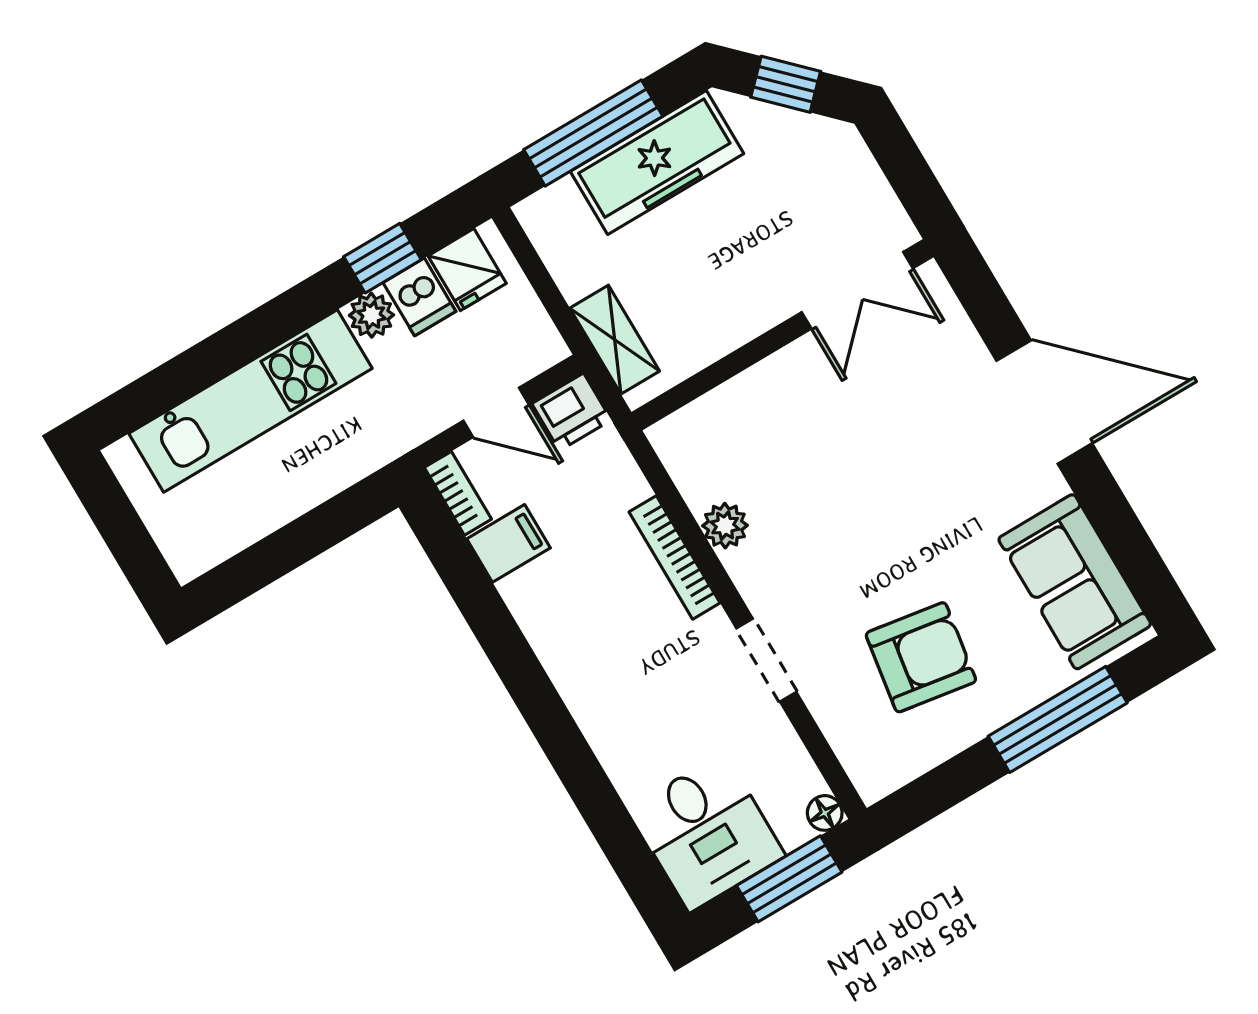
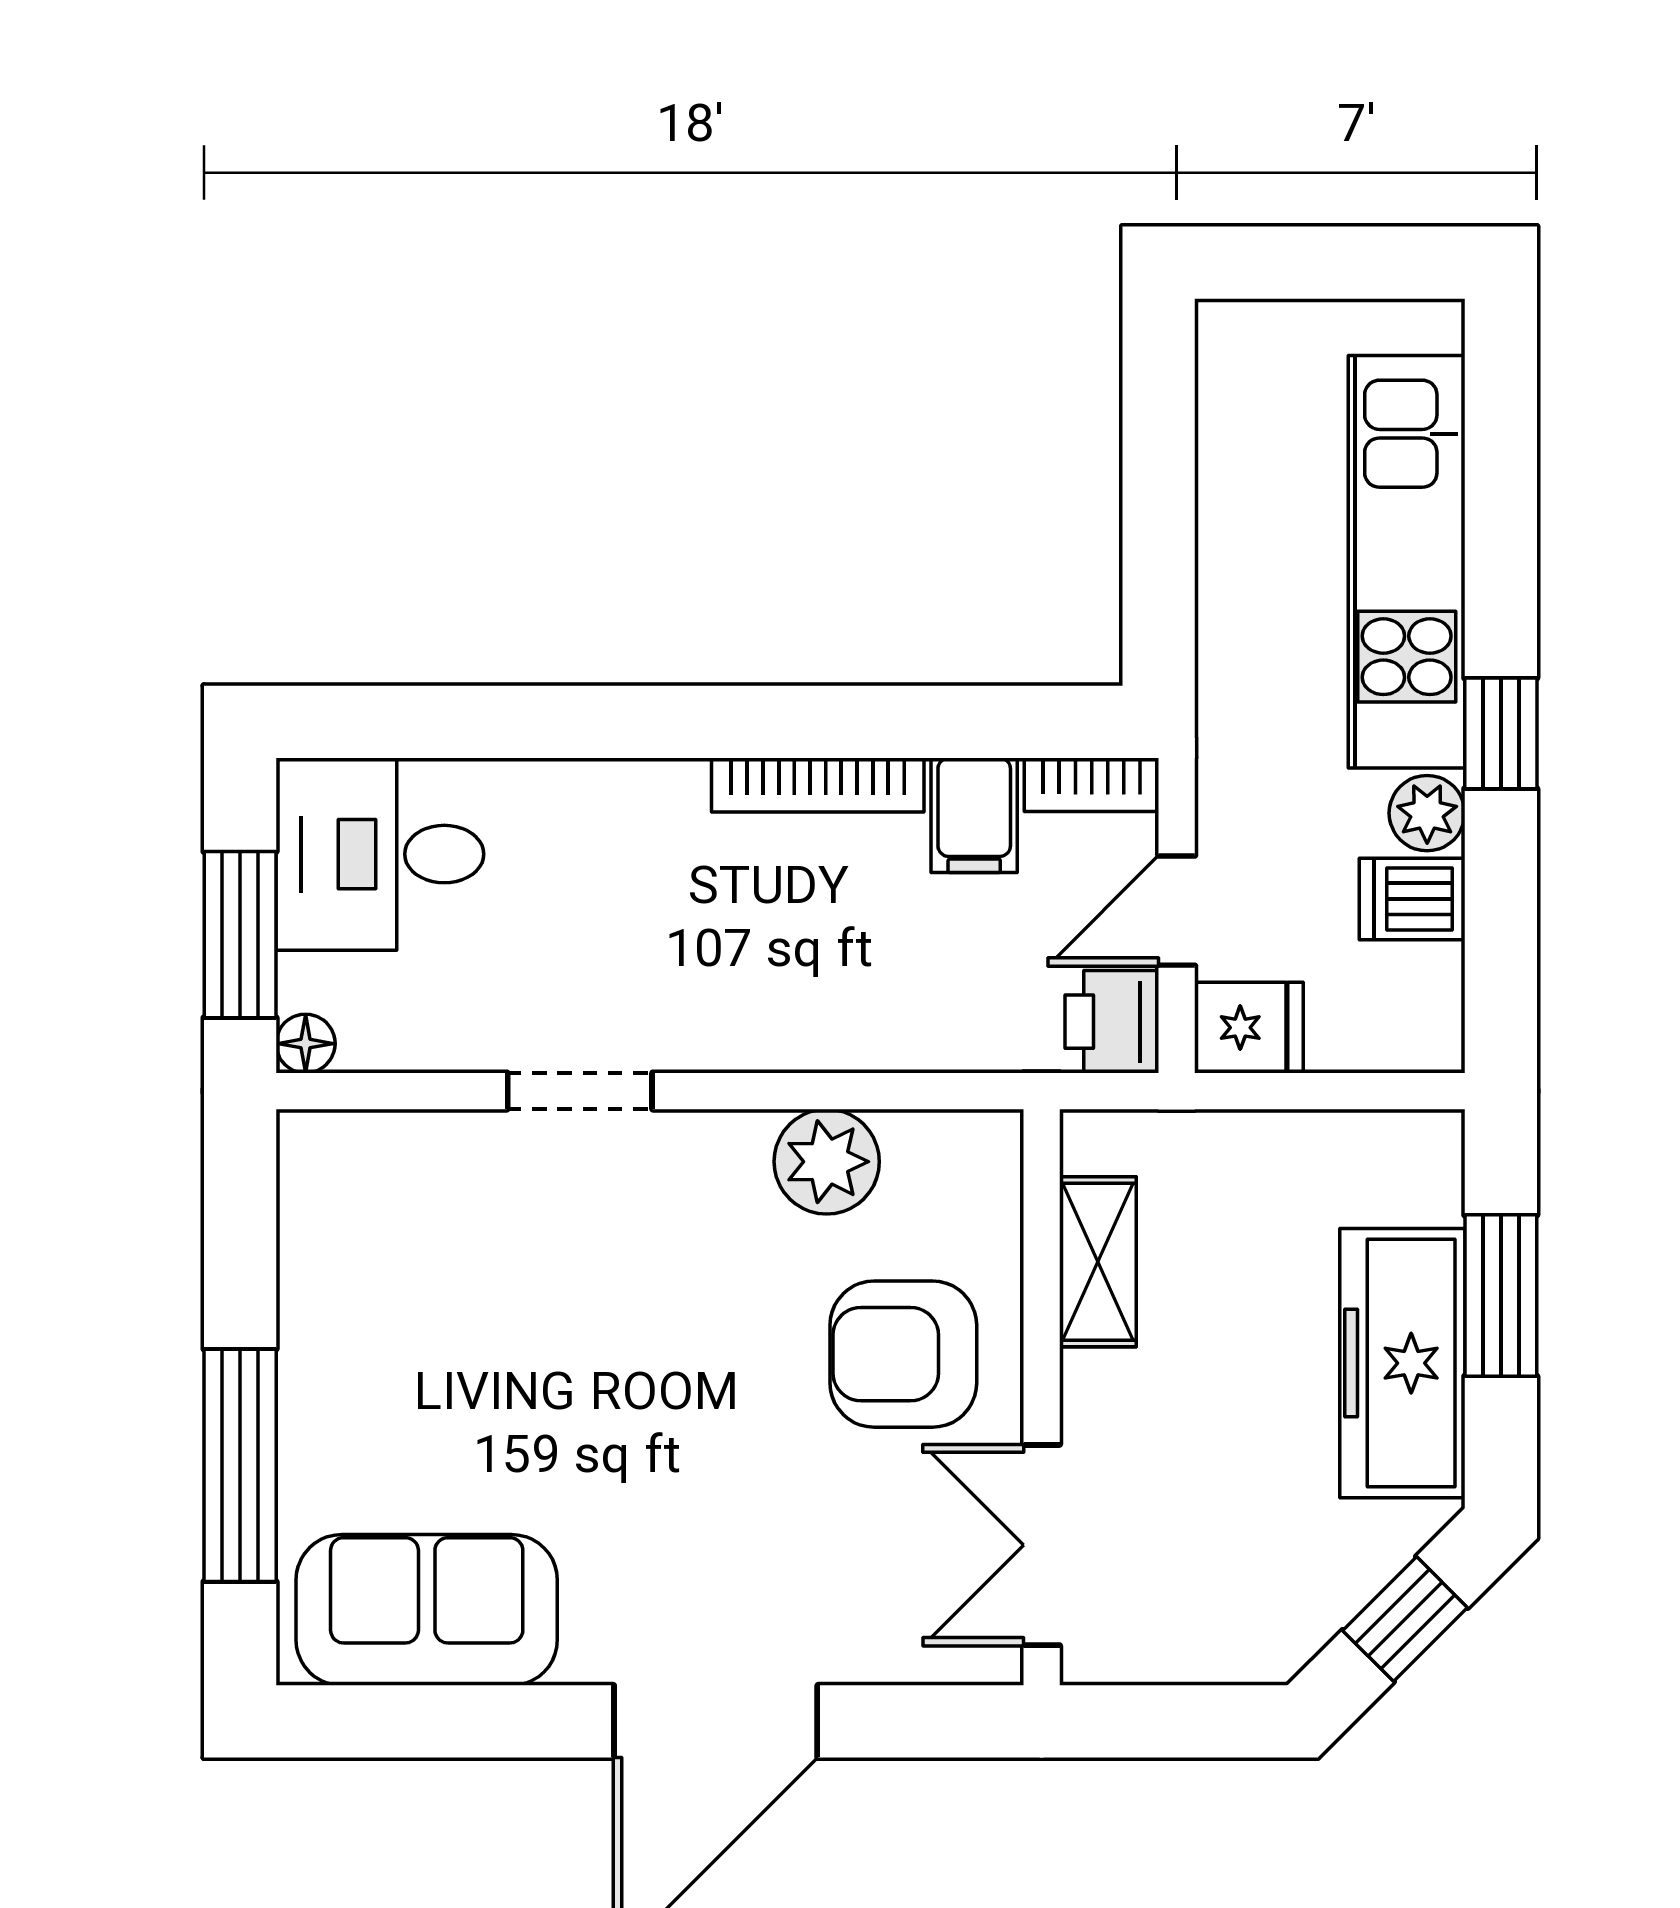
window: (593, 133) -> (1501, 1296), width x0.69
window: (382, 258) -> (1501, 733), moved
fridge: (467, 270) -> (1249, 1028), moved, turned 180
shelving: (615, 340) -> (1098, 1262), moved, turned 90
plant: (725, 526) -> (827, 1162), width x1.38, depth x1.38
bookcase: (675, 557) -> (818, 785), moved, turned 180
armchair: (921, 657) -> (903, 1354), moved, turned 81

